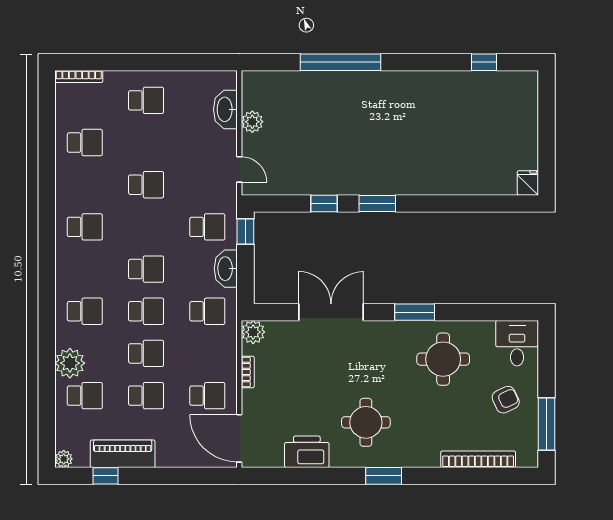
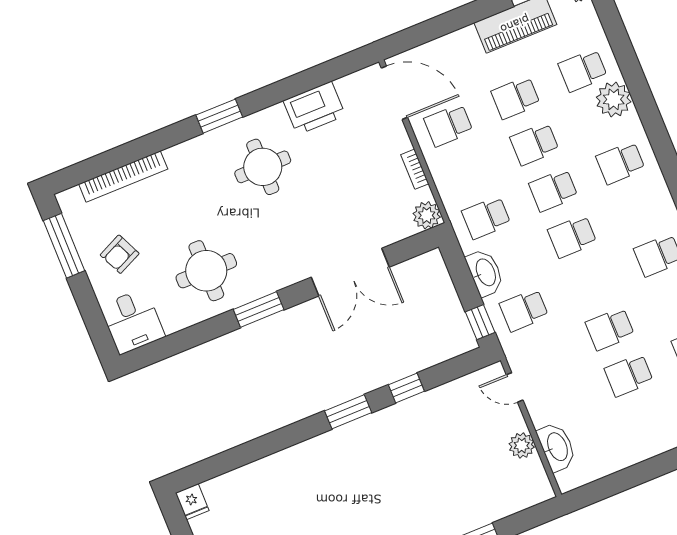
school desk: (146, 100) -> (629, 375), moved

